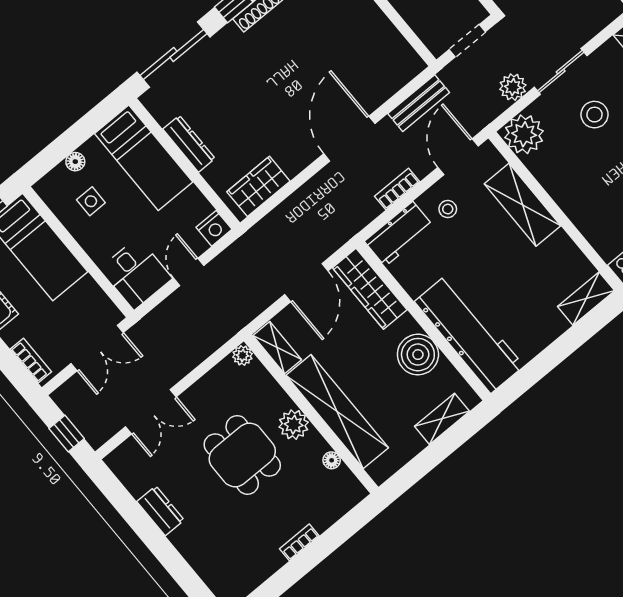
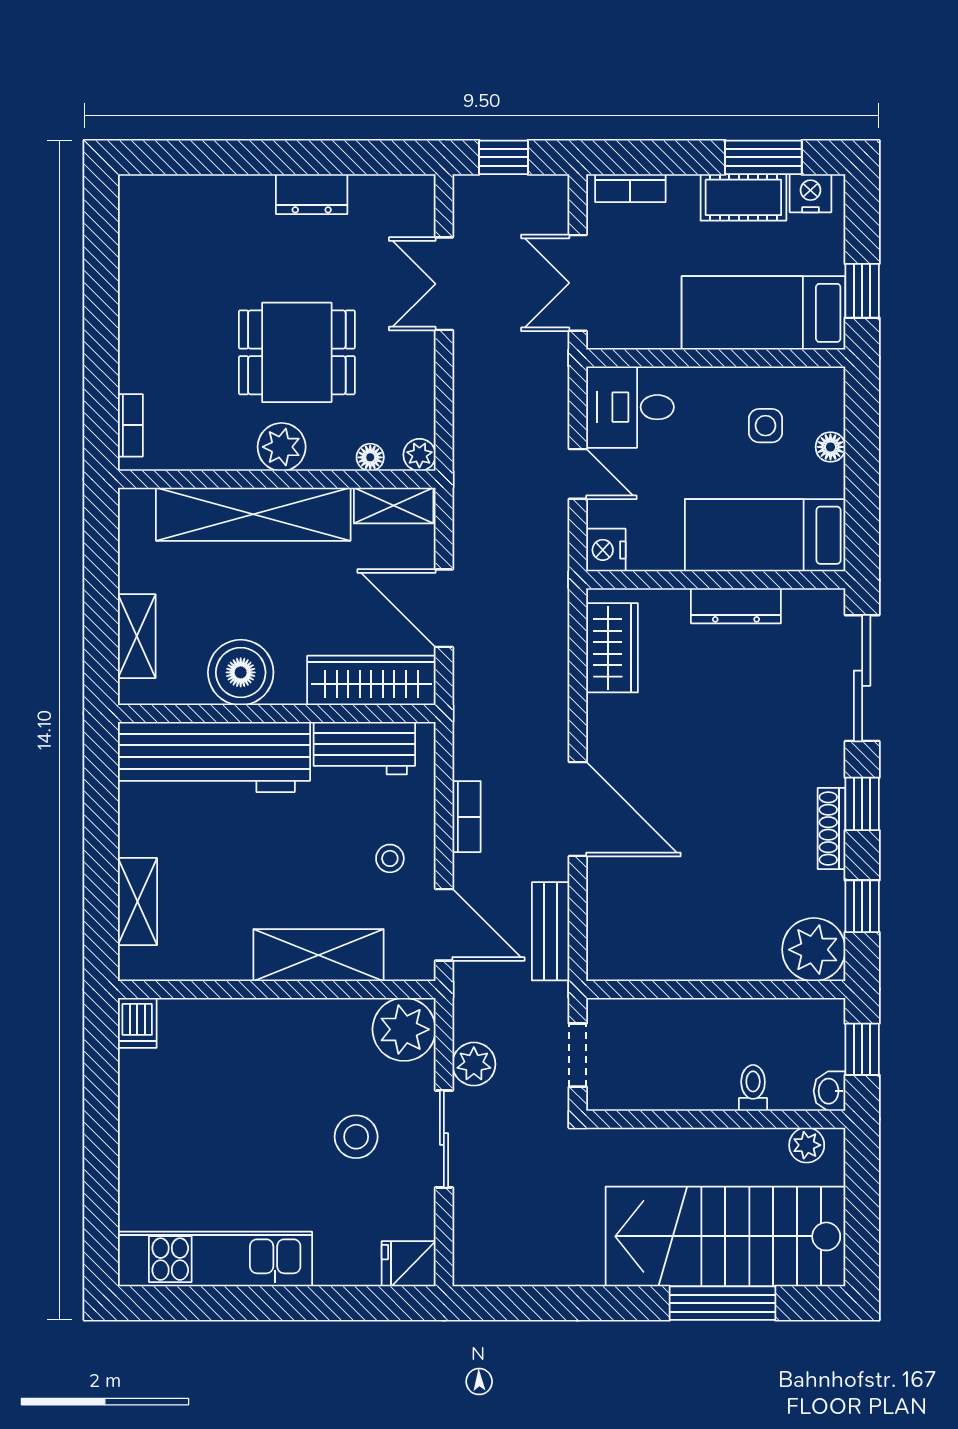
workbench: (399, 234) -> (364, 748), moved, turned -90
shelving: (586, 299) -> (137, 902), moved
floor lamp: (332, 460) -> (370, 457), moved
bookcase: (299, 542) -> (130, 425), moved

